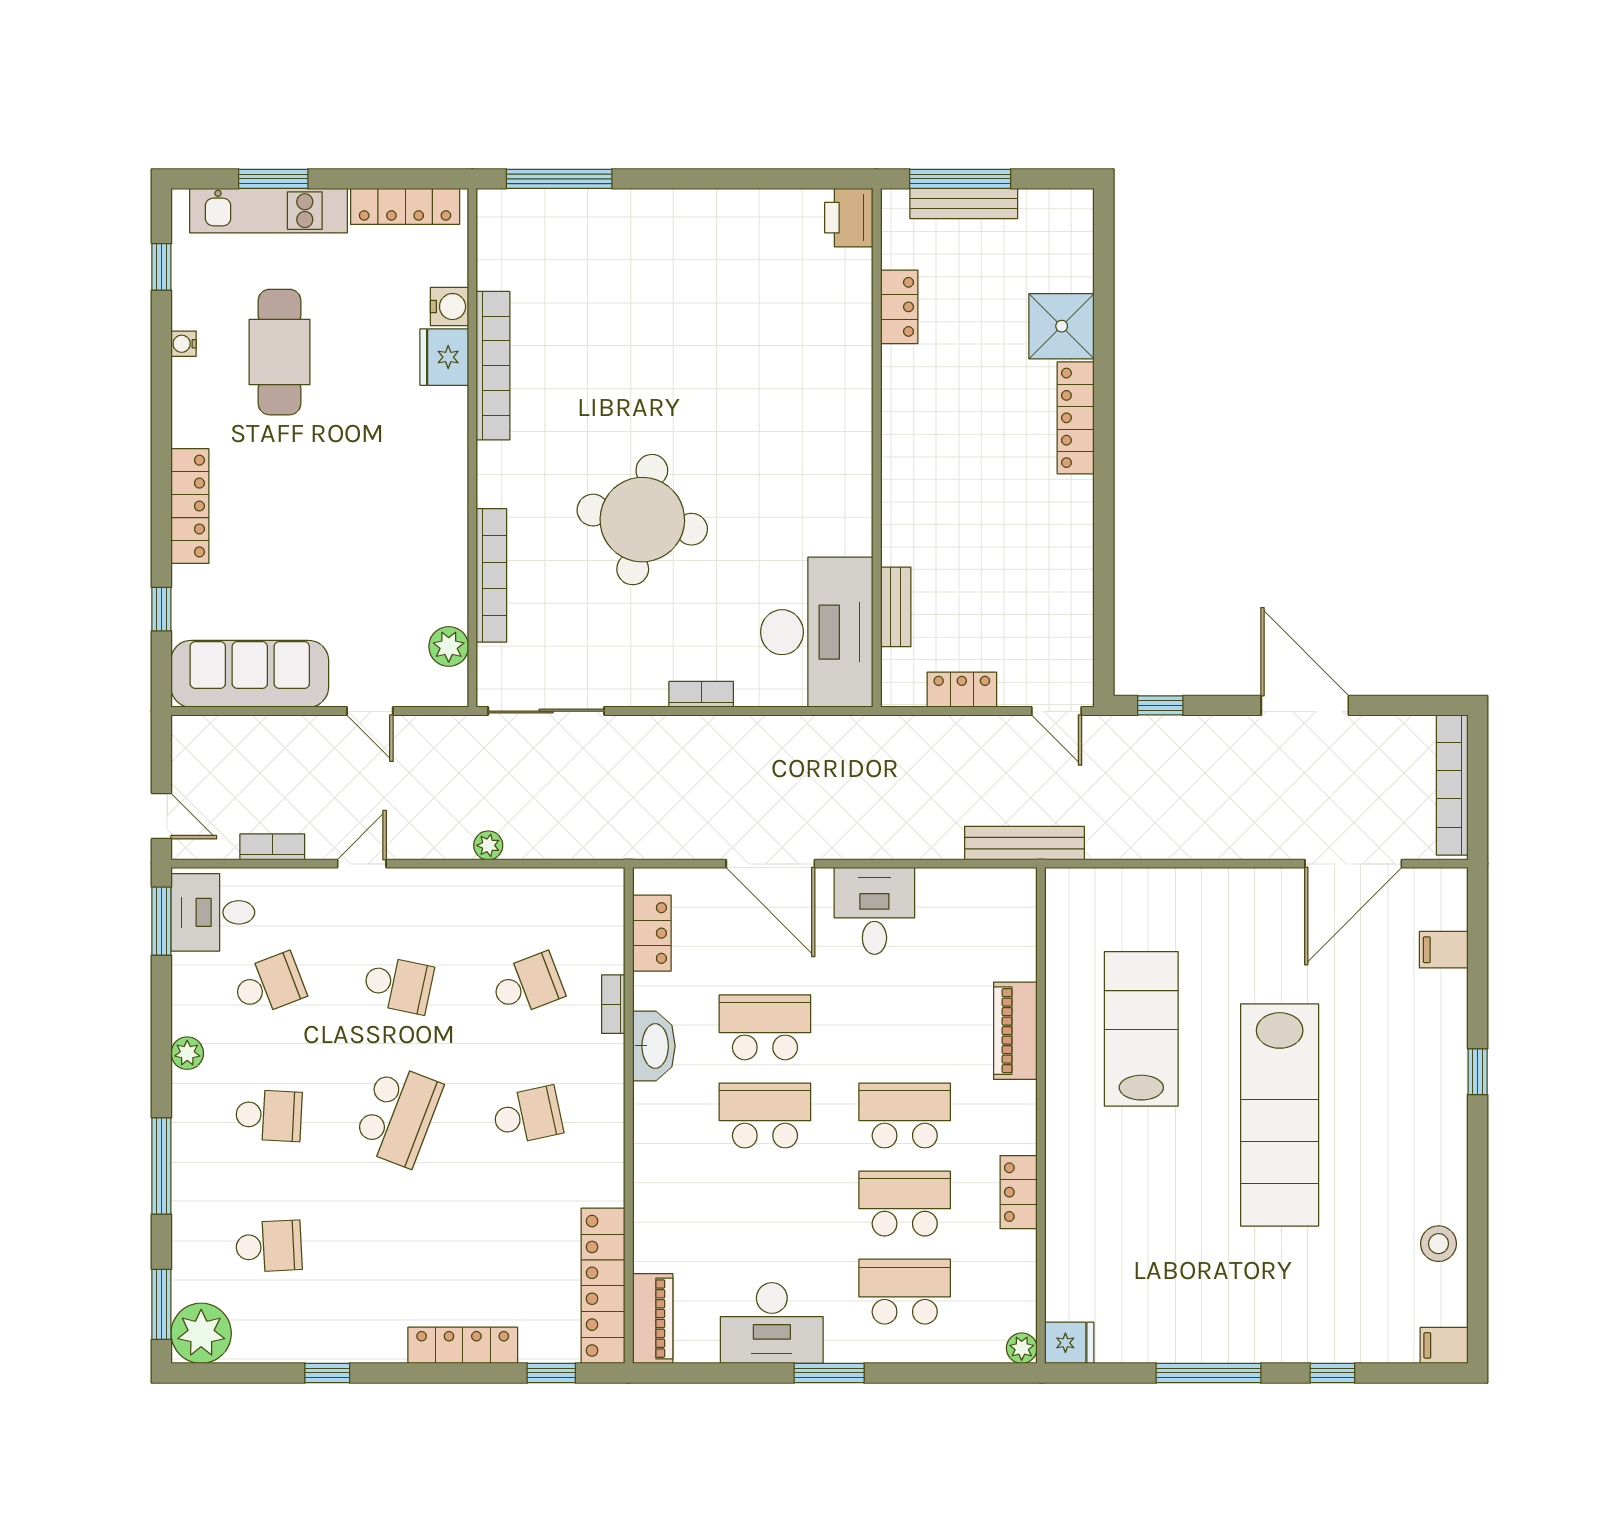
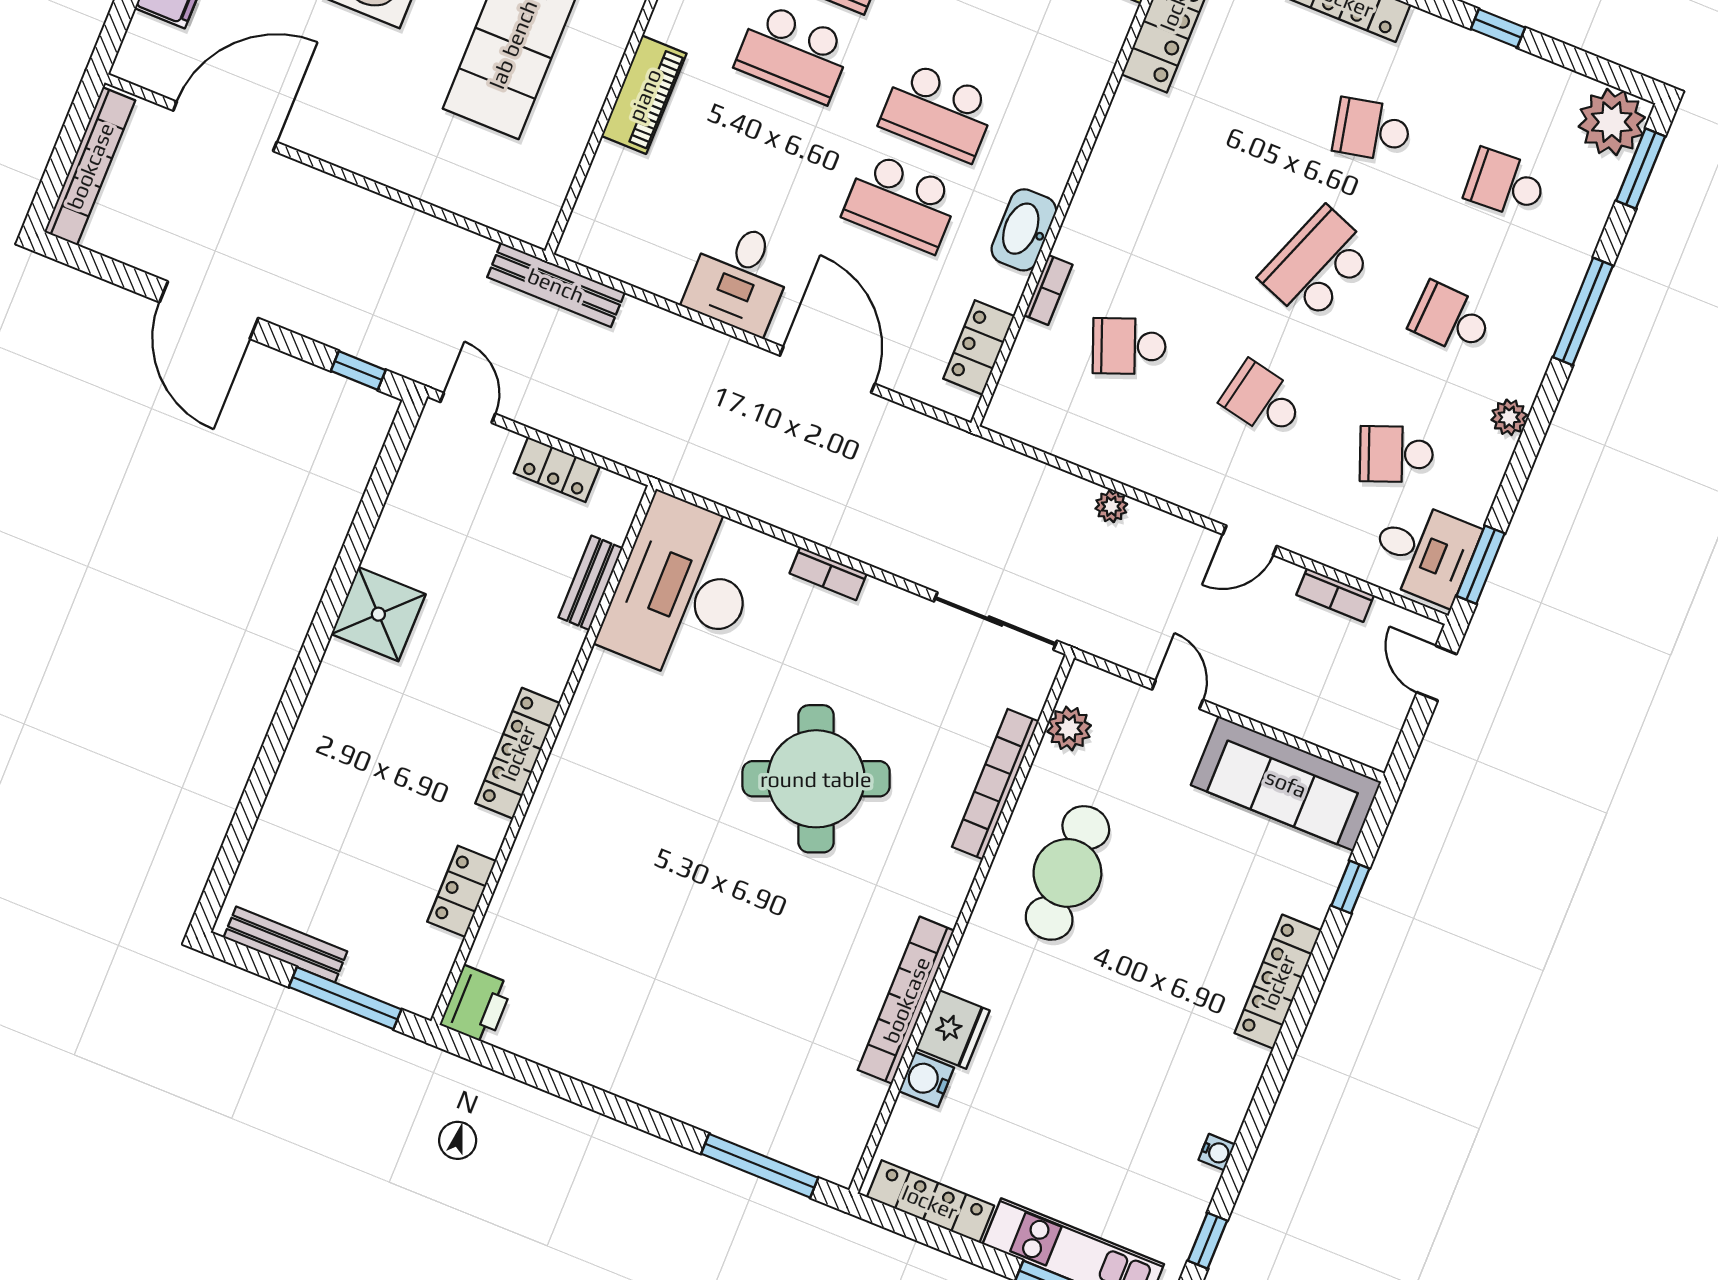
bench: (964, 203) -> (285, 944), moved
shower: (1062, 326) -> (378, 614), moved
cafe table: (279, 352) -> (1067, 873), moved
locker: (1076, 418) -> (518, 753), moved, turned 180
round table: (642, 520) -> (816, 779), turned -33
school desk: (527, 1115) -> (1372, 130), moved

